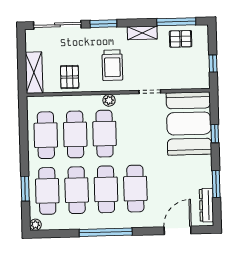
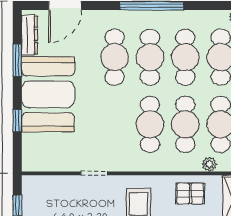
pallet: (70, 77) -> (190, 194), turned 90
plant: (109, 100) -> (209, 164), moved
booth: (189, 123) -> (48, 94), moved

